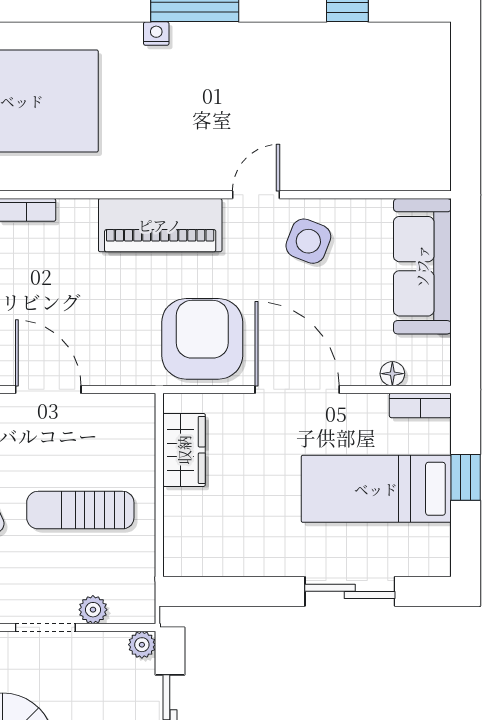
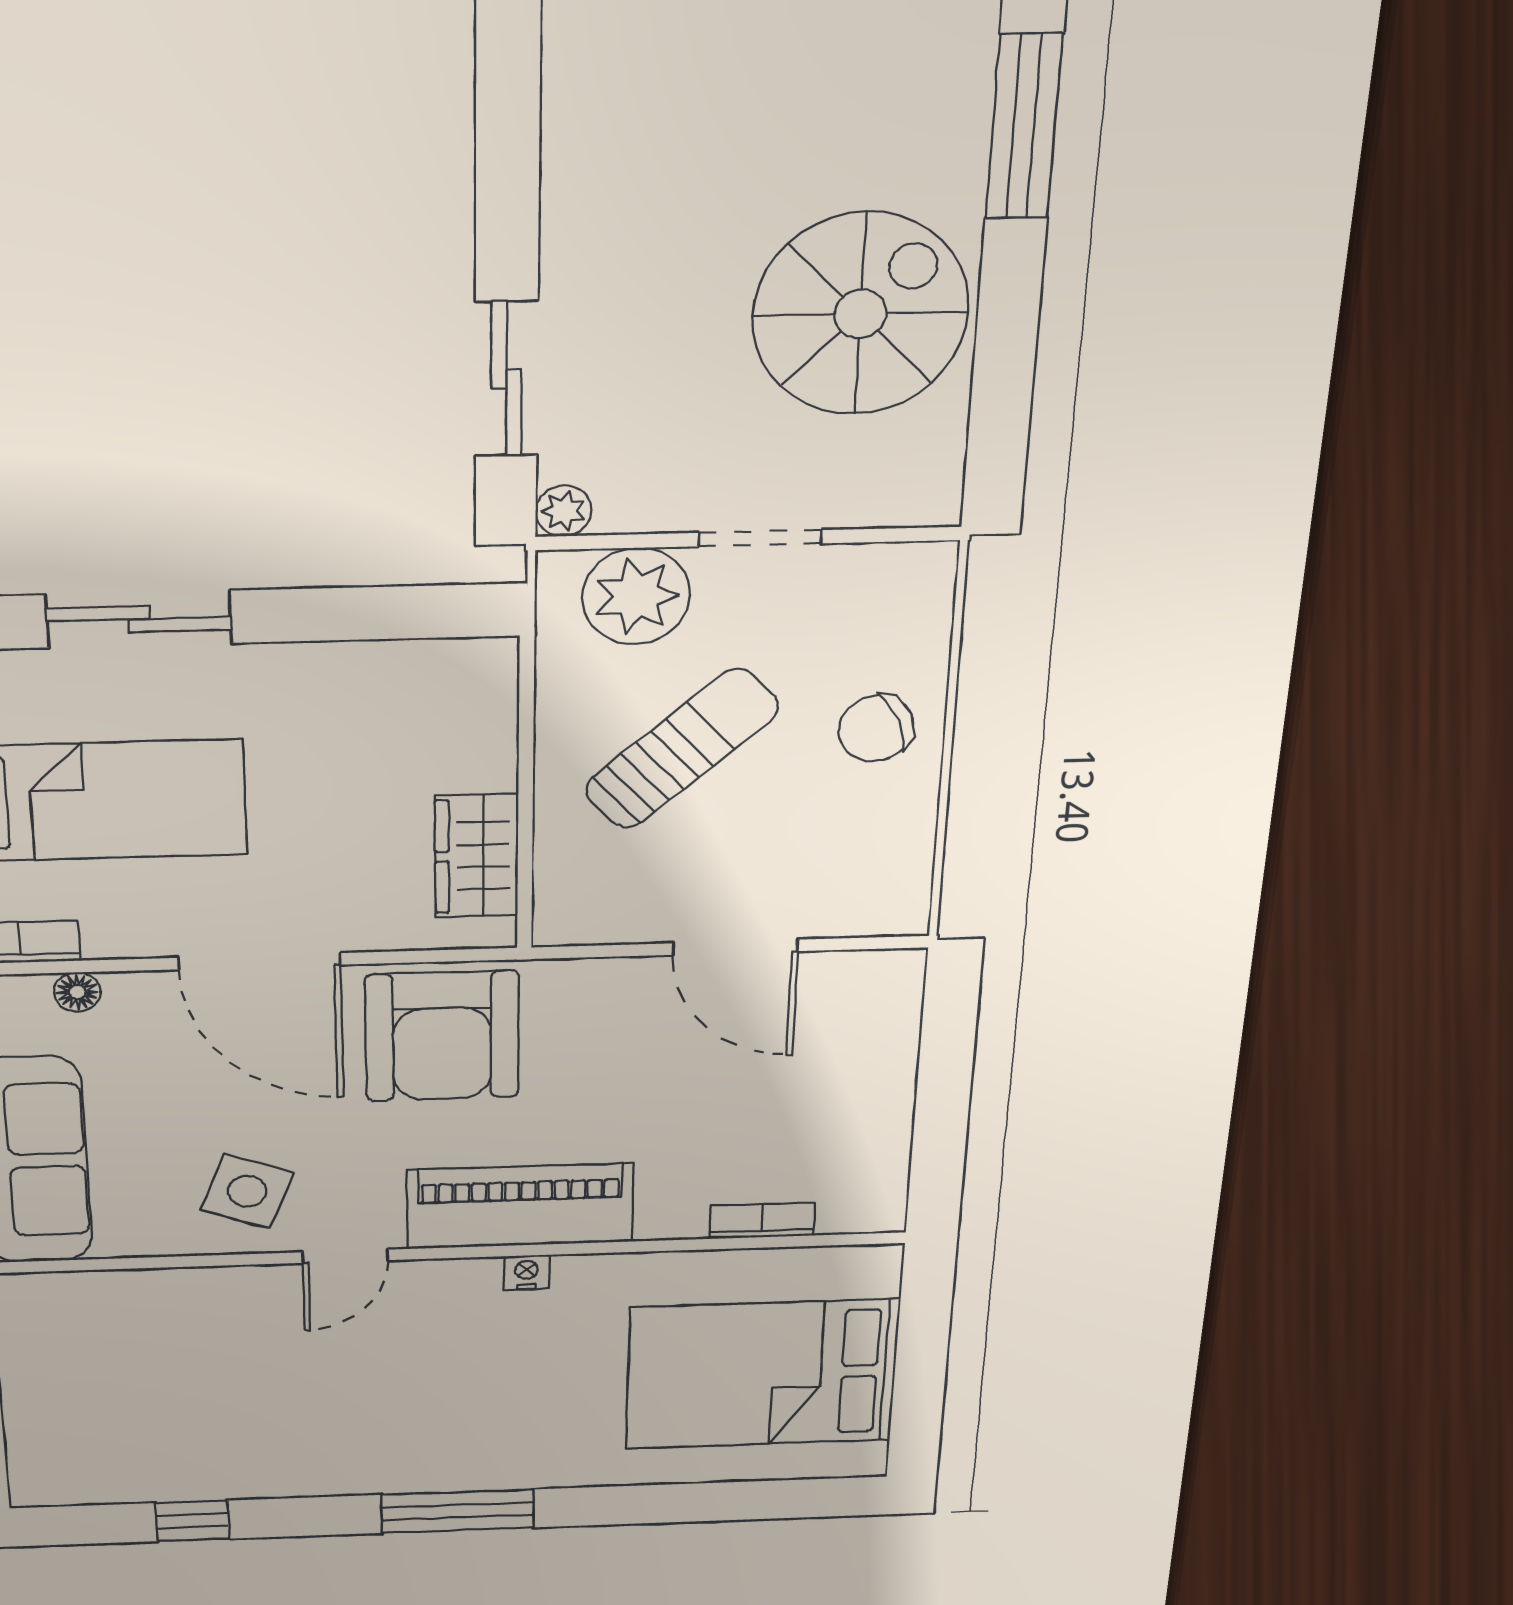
nightstand: (156, 34) -> (526, 1273), moved, turned 180
sun lounger: (80, 510) -> (682, 749), turned -42
plant: (93, 610) -> (636, 596), width x1.87, depth x1.87

